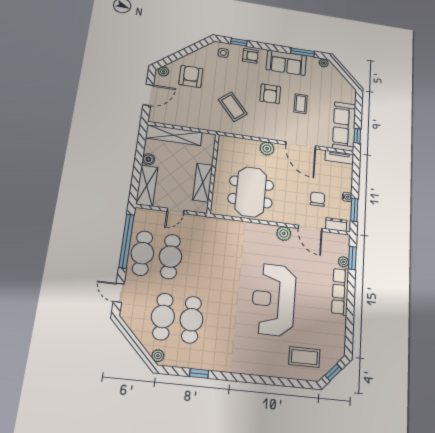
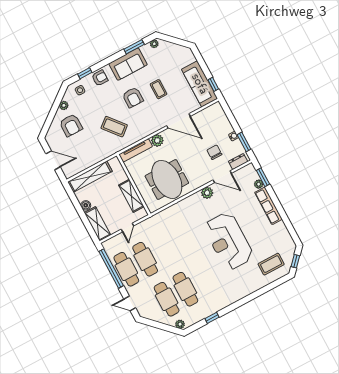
plant: (164, 71) -> (64, 105), moved
armchair: (191, 76) -> (71, 125), turned 180
door: (148, 95) -> (53, 160), hinge flipped
tv unit: (339, 157) -> (136, 150), moved, width x1.41

